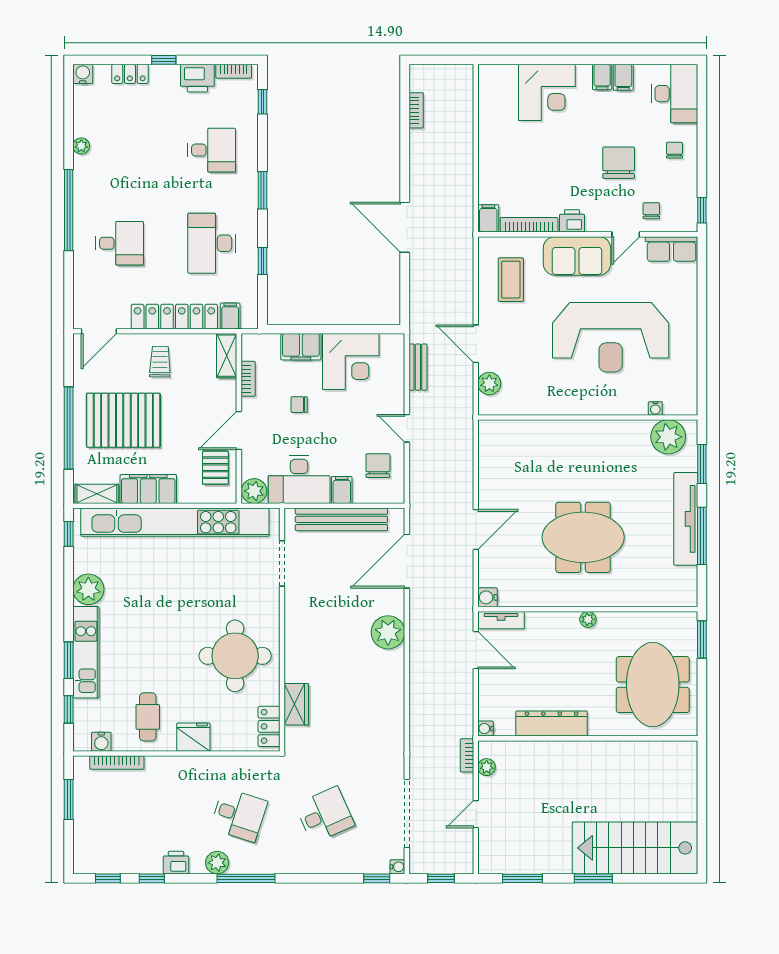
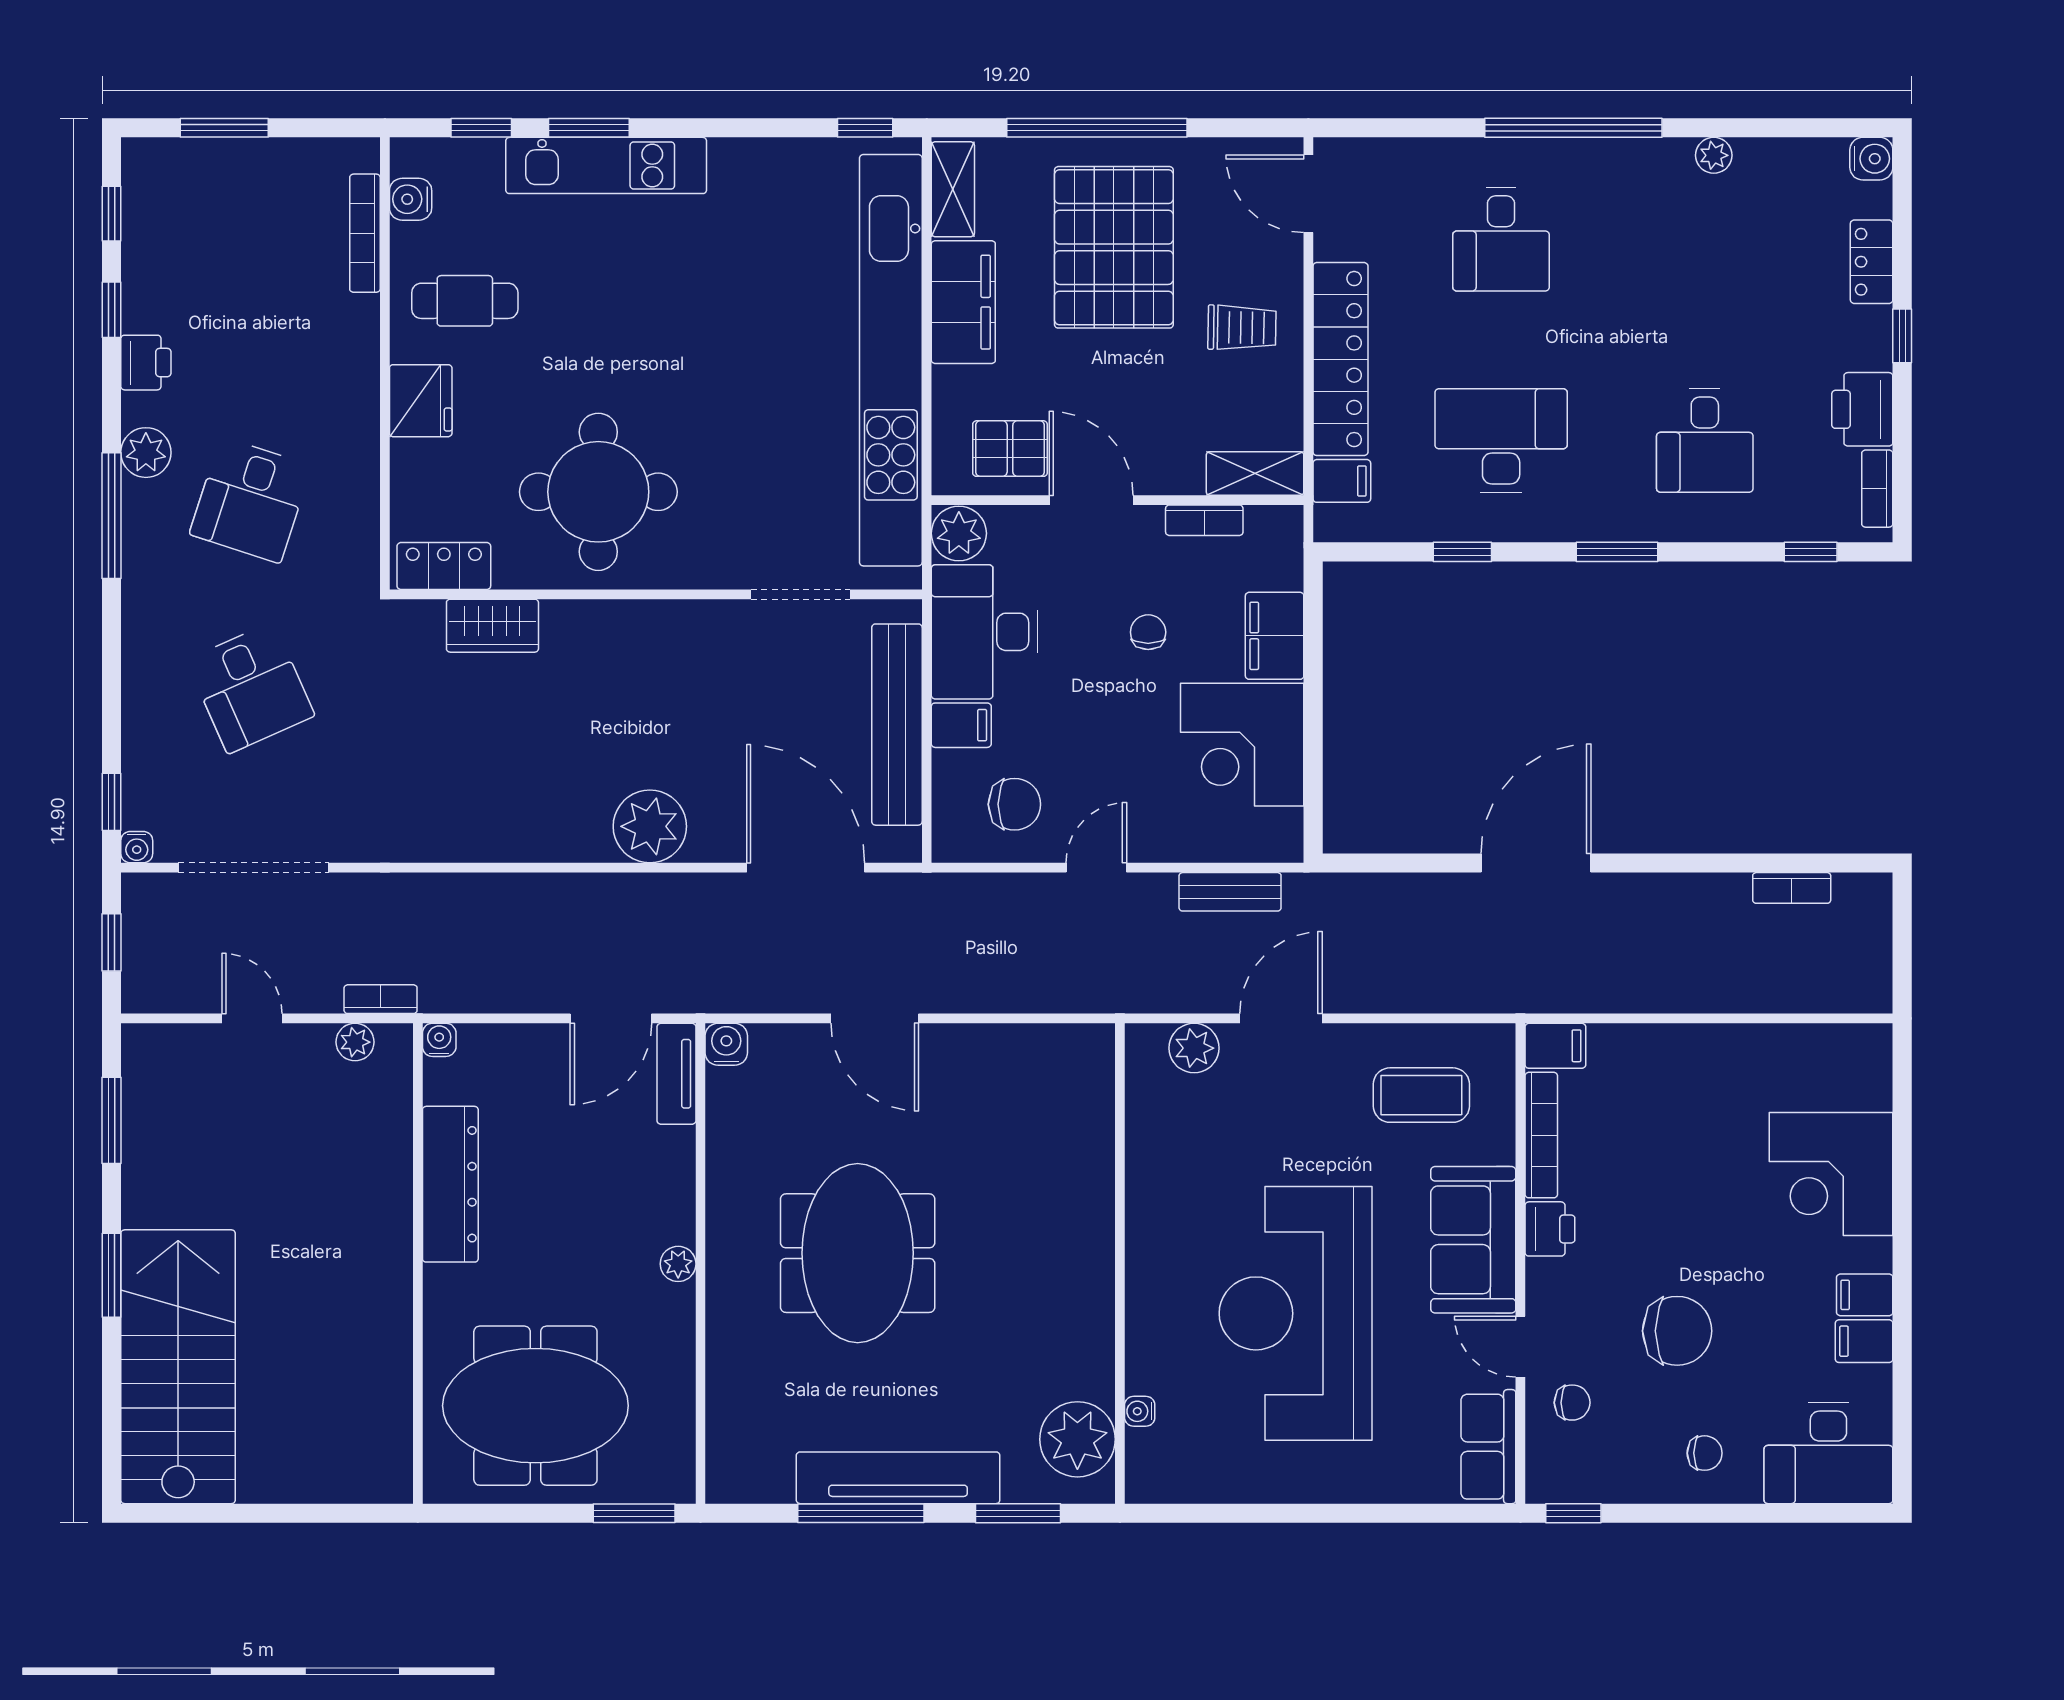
plant: (88, 589) -> (744, 171), removed
window: (69, 800) -> (224, 128), moved

